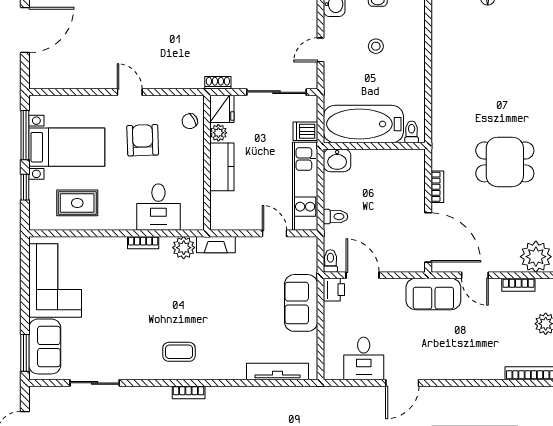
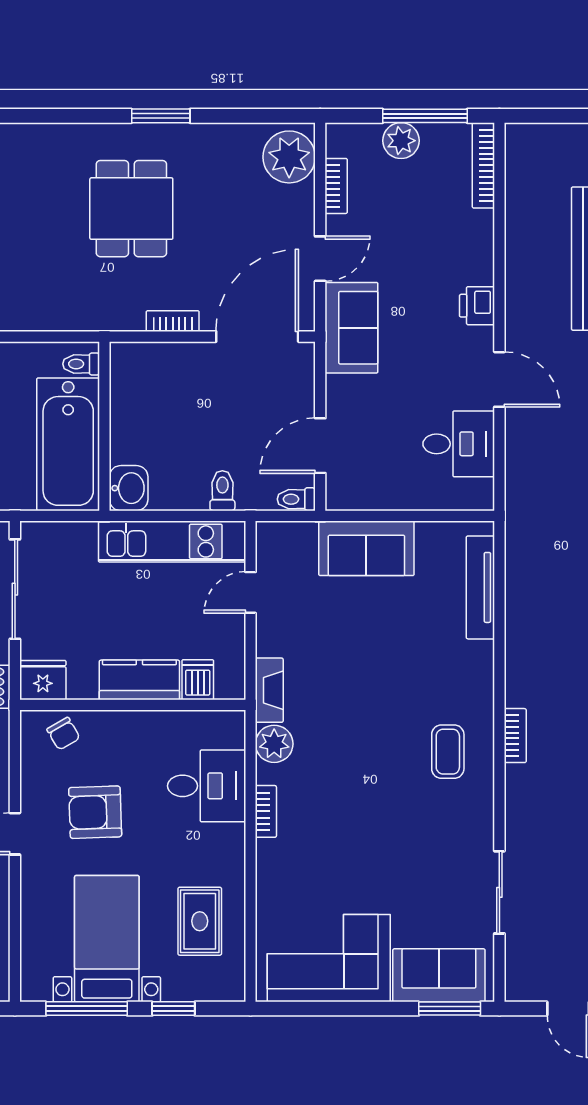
dishwasher: (305, 131) -> (198, 680), moved, turned 180
plant: (218, 133) -> (83, 686), removed
printer: (334, 290) -> (477, 306), moved, turned -90

